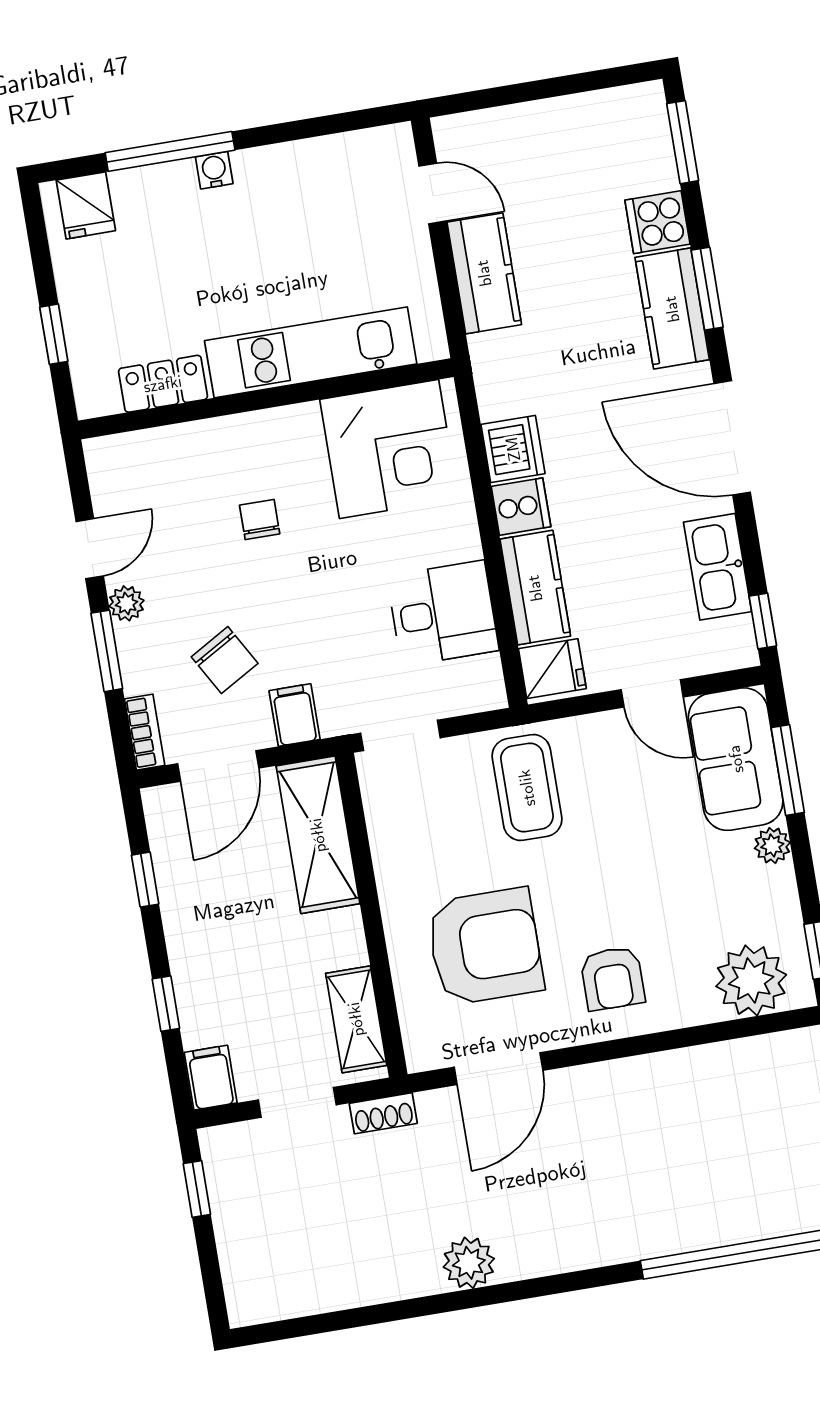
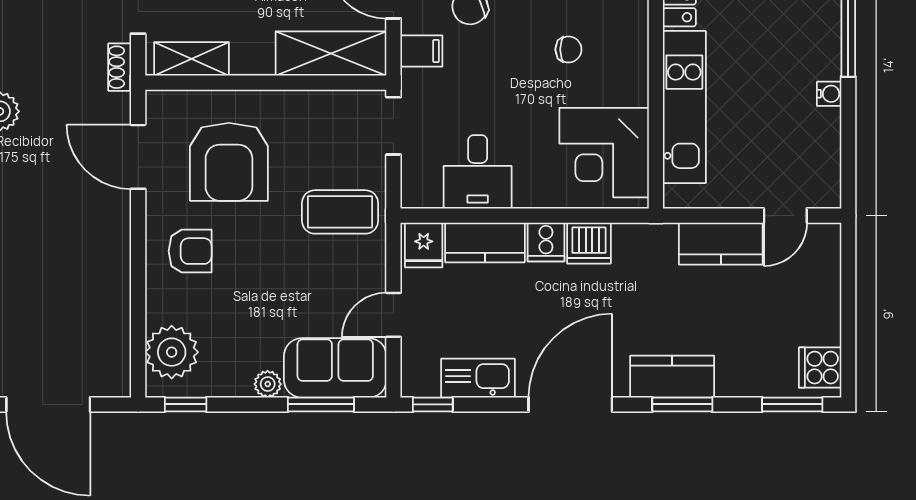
water cooler: (214, 170) -> (829, 94), moved
cooker: (657, 222) -> (820, 368), moved, turned -90
armchair: (612, 978) -> (190, 251), turned 180

